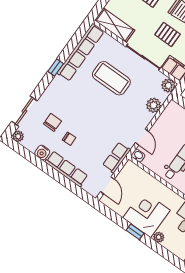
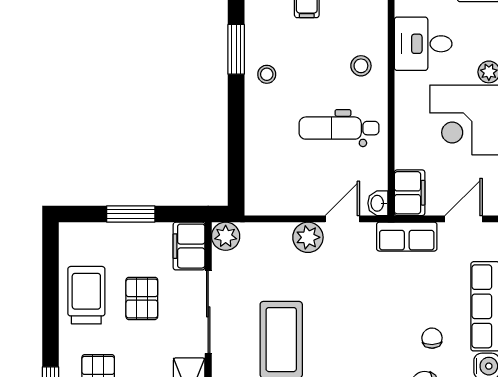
plant: (154, 105) -> (308, 237), moved
filing cabinet: (133, 171) -> (410, 193), added

